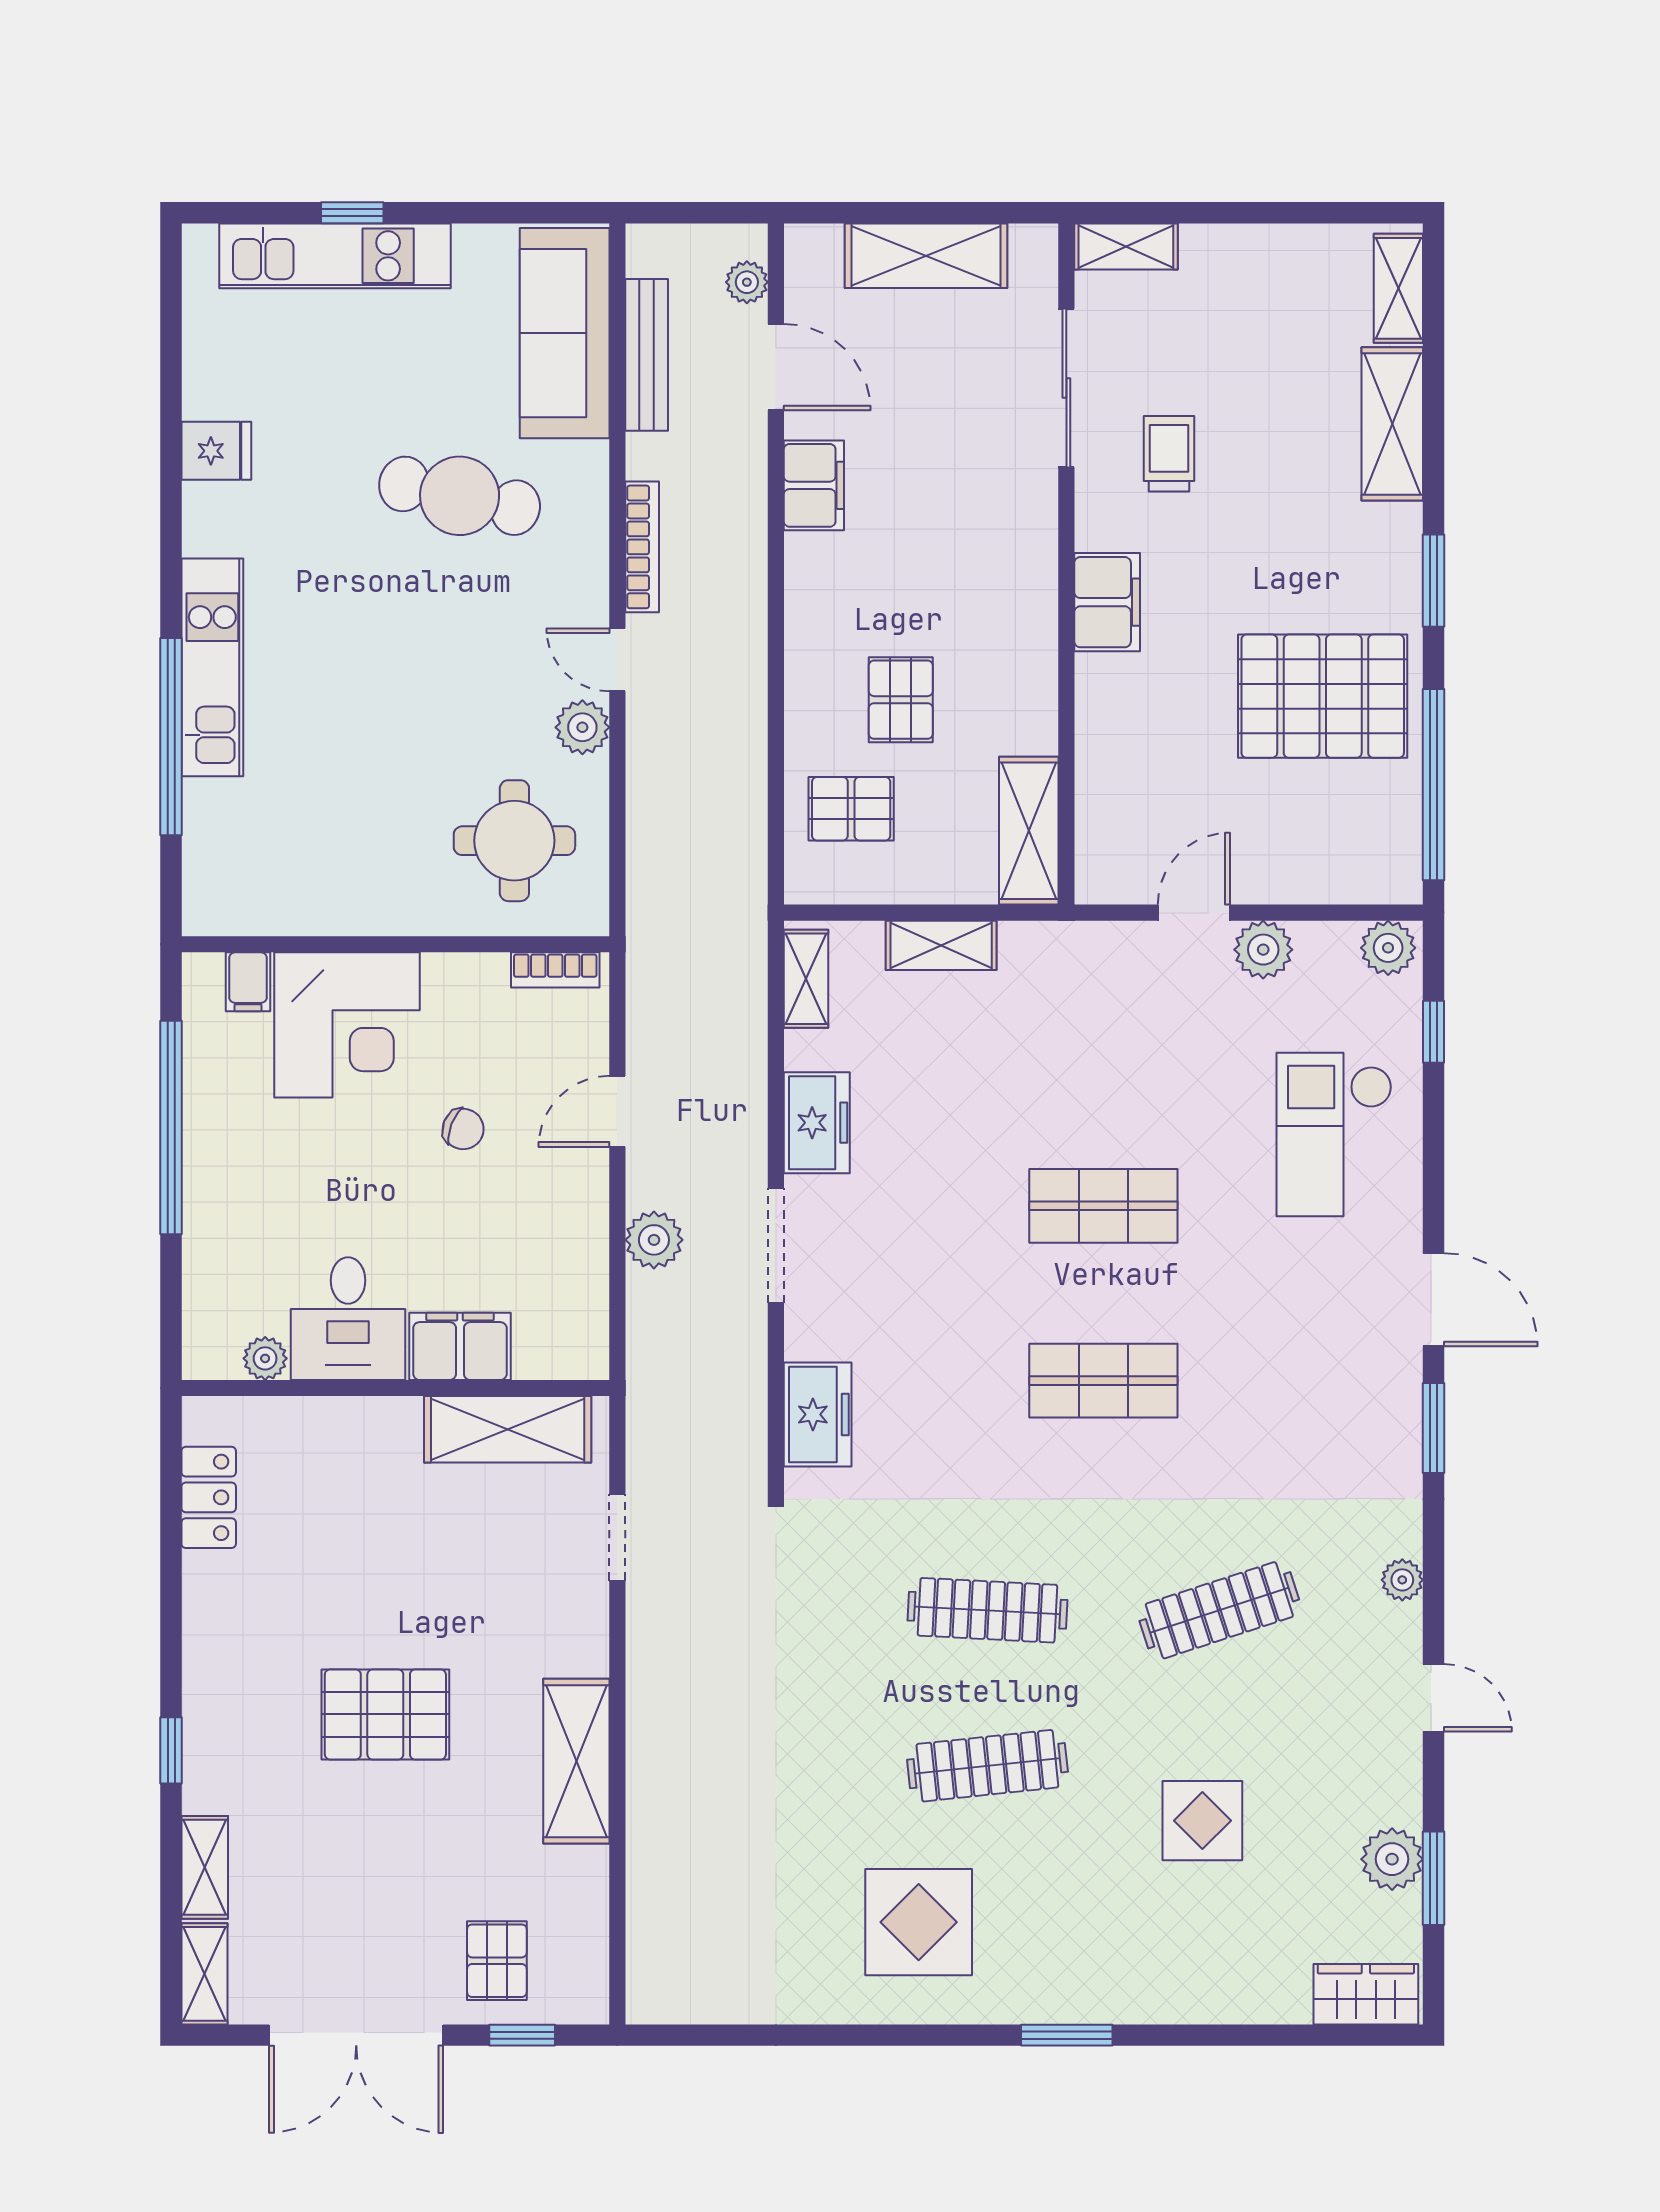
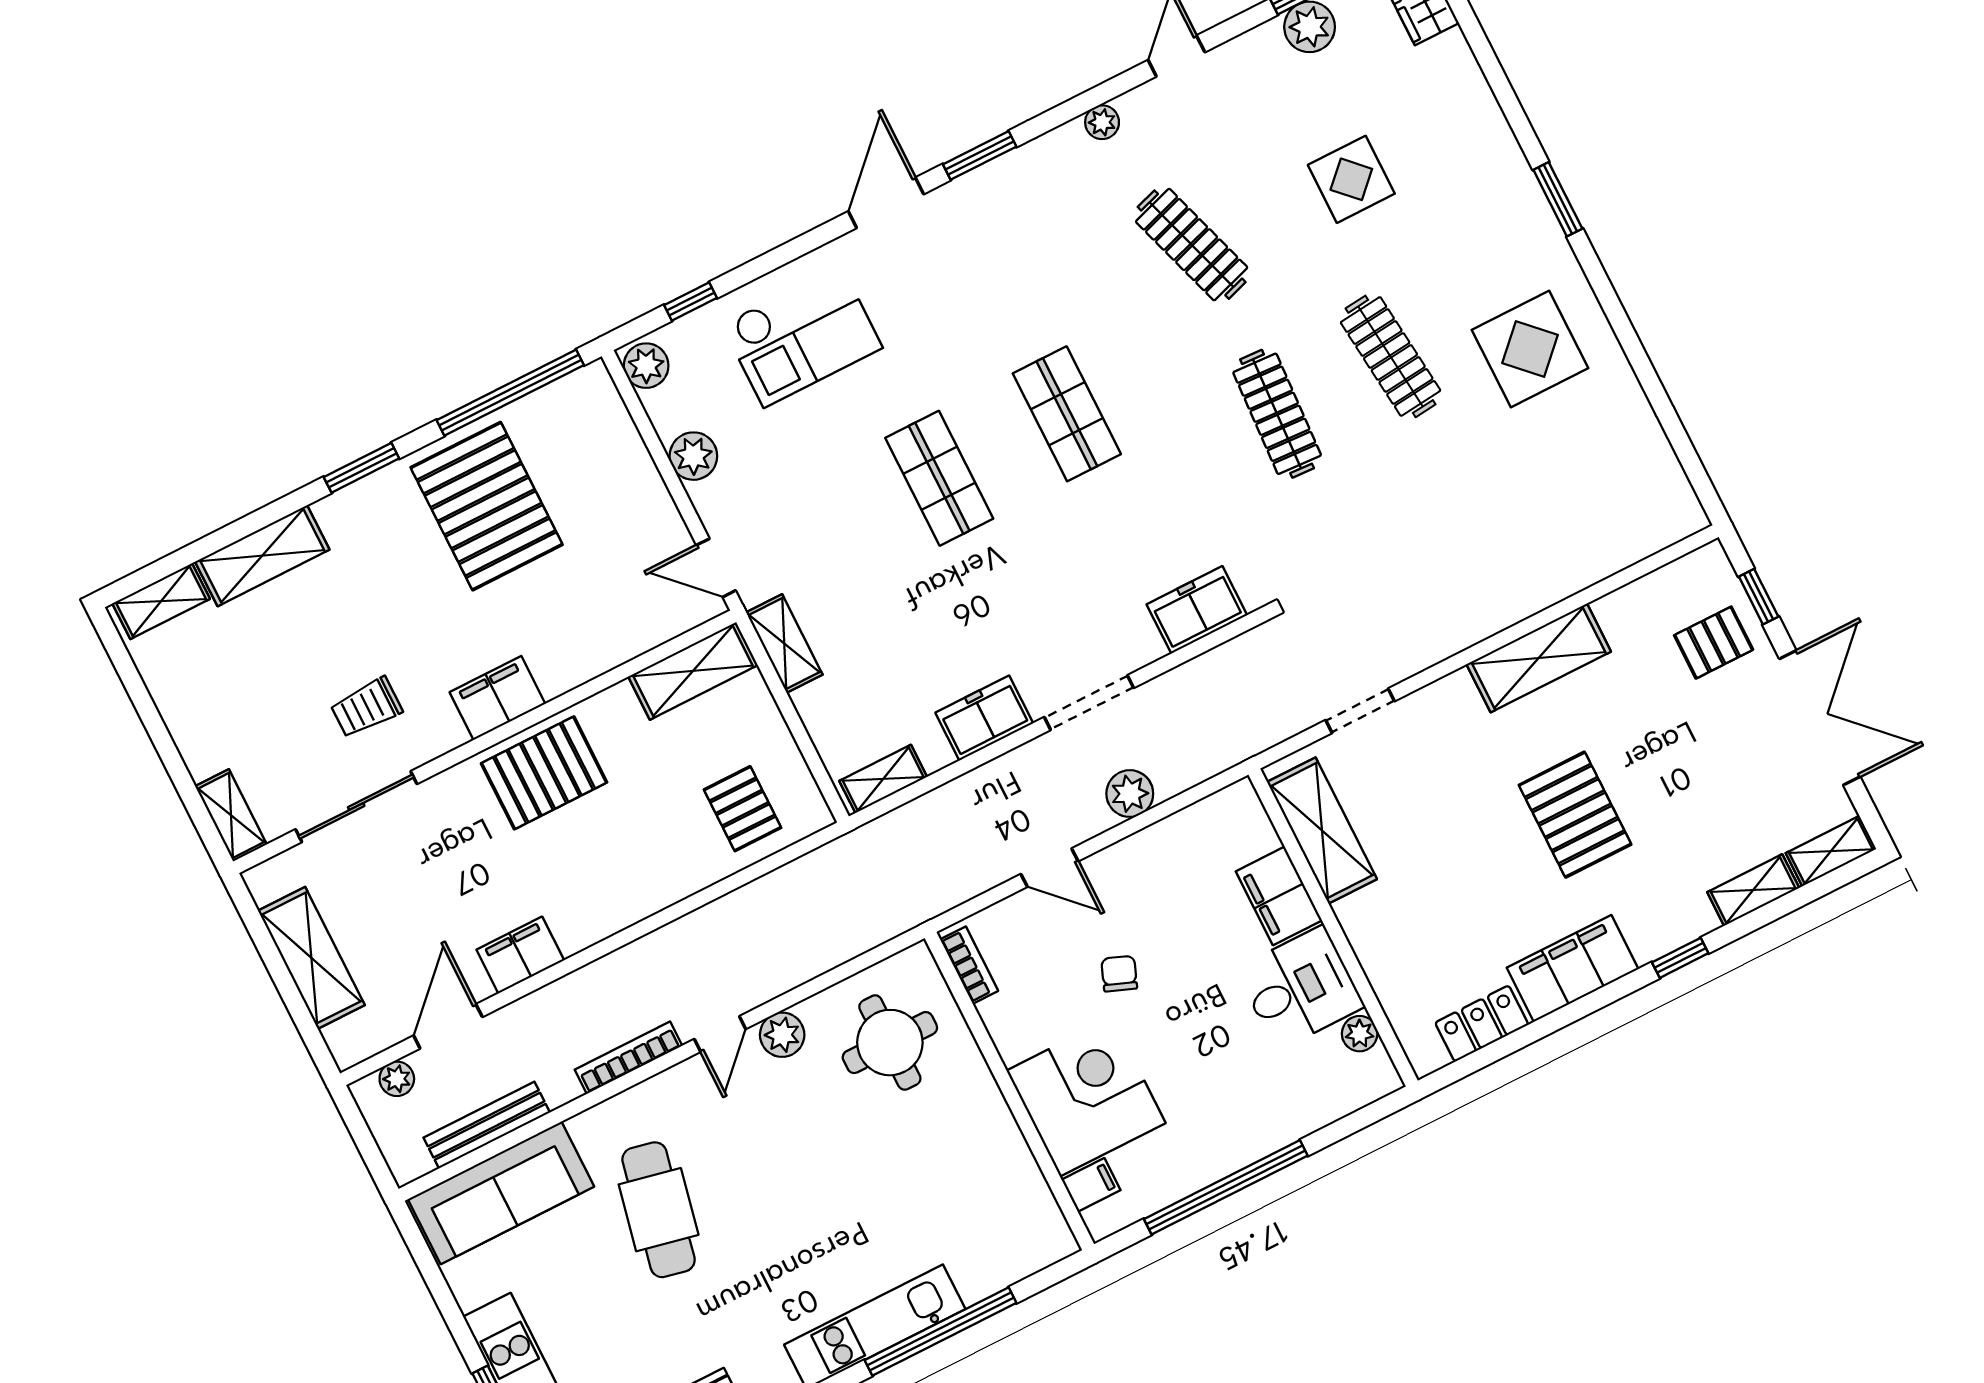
pallet: (901, 700) -> (544, 773), moved, width x1.50, depth x1.42
door: (1194, 913) -> (716, 568), moved
shelving: (941, 945) -> (784, 644), moved
filing cabinet: (219, 1627) -> (1573, 968), added

